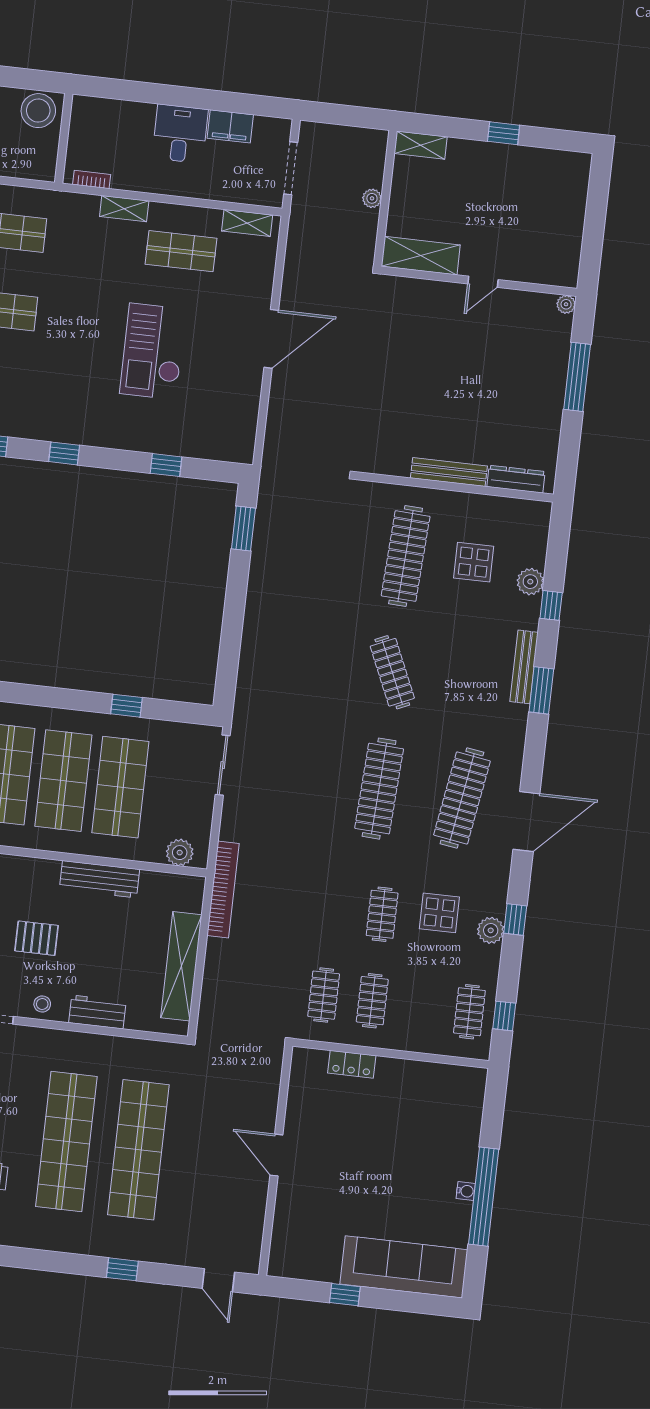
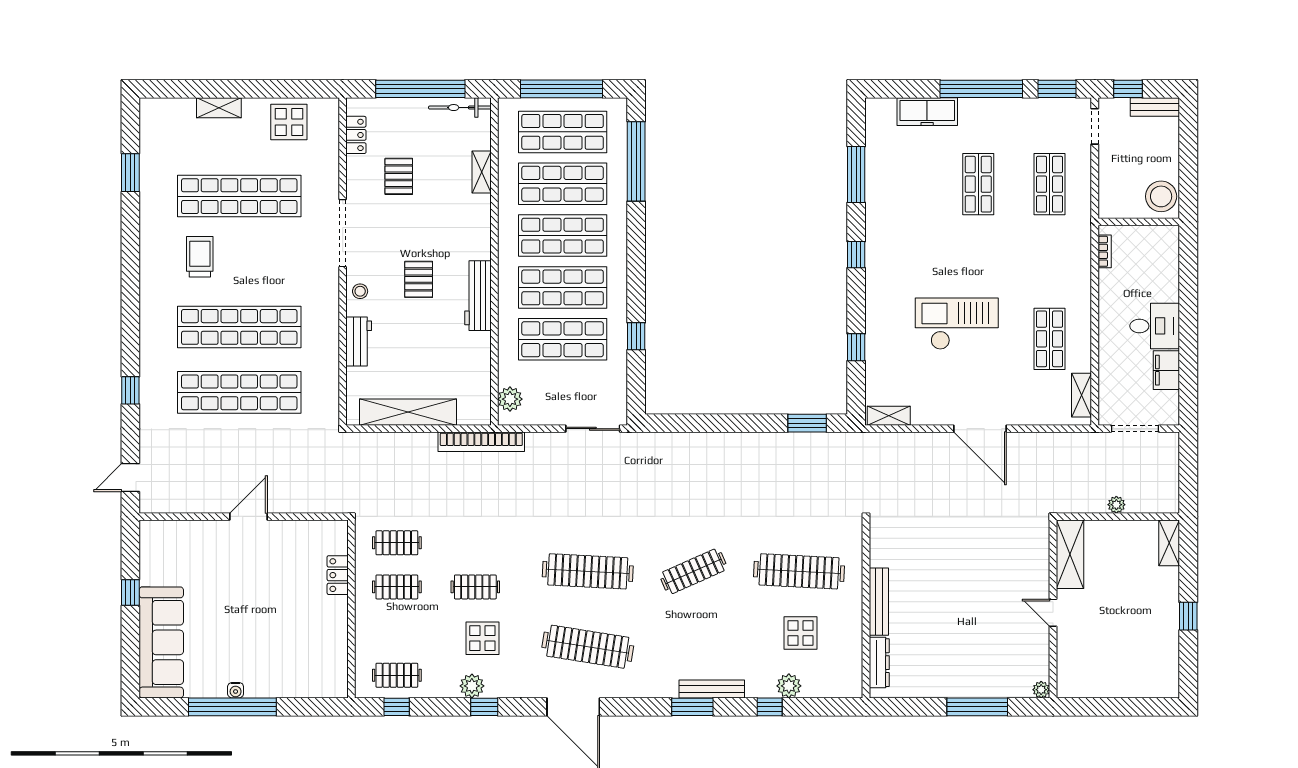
shelving: (124, 209) -> (889, 416), moved, turned 90
workbench: (100, 879) -> (478, 296), moved

